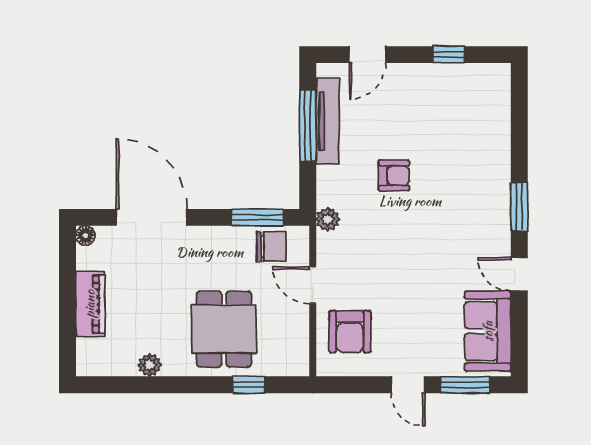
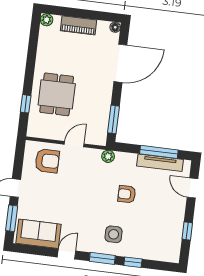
window: (519, 149) -> (133, 262), added
armchair: (394, 176) -> (127, 194), turned 90
side table: (472, 191) -> (114, 234), added
chair: (271, 247) -> (97, 125), removed
dining table: (224, 329) -> (57, 94), turned 90
armchair: (350, 332) -> (47, 161), turned 180
plant: (150, 365) -> (47, 20), moved

